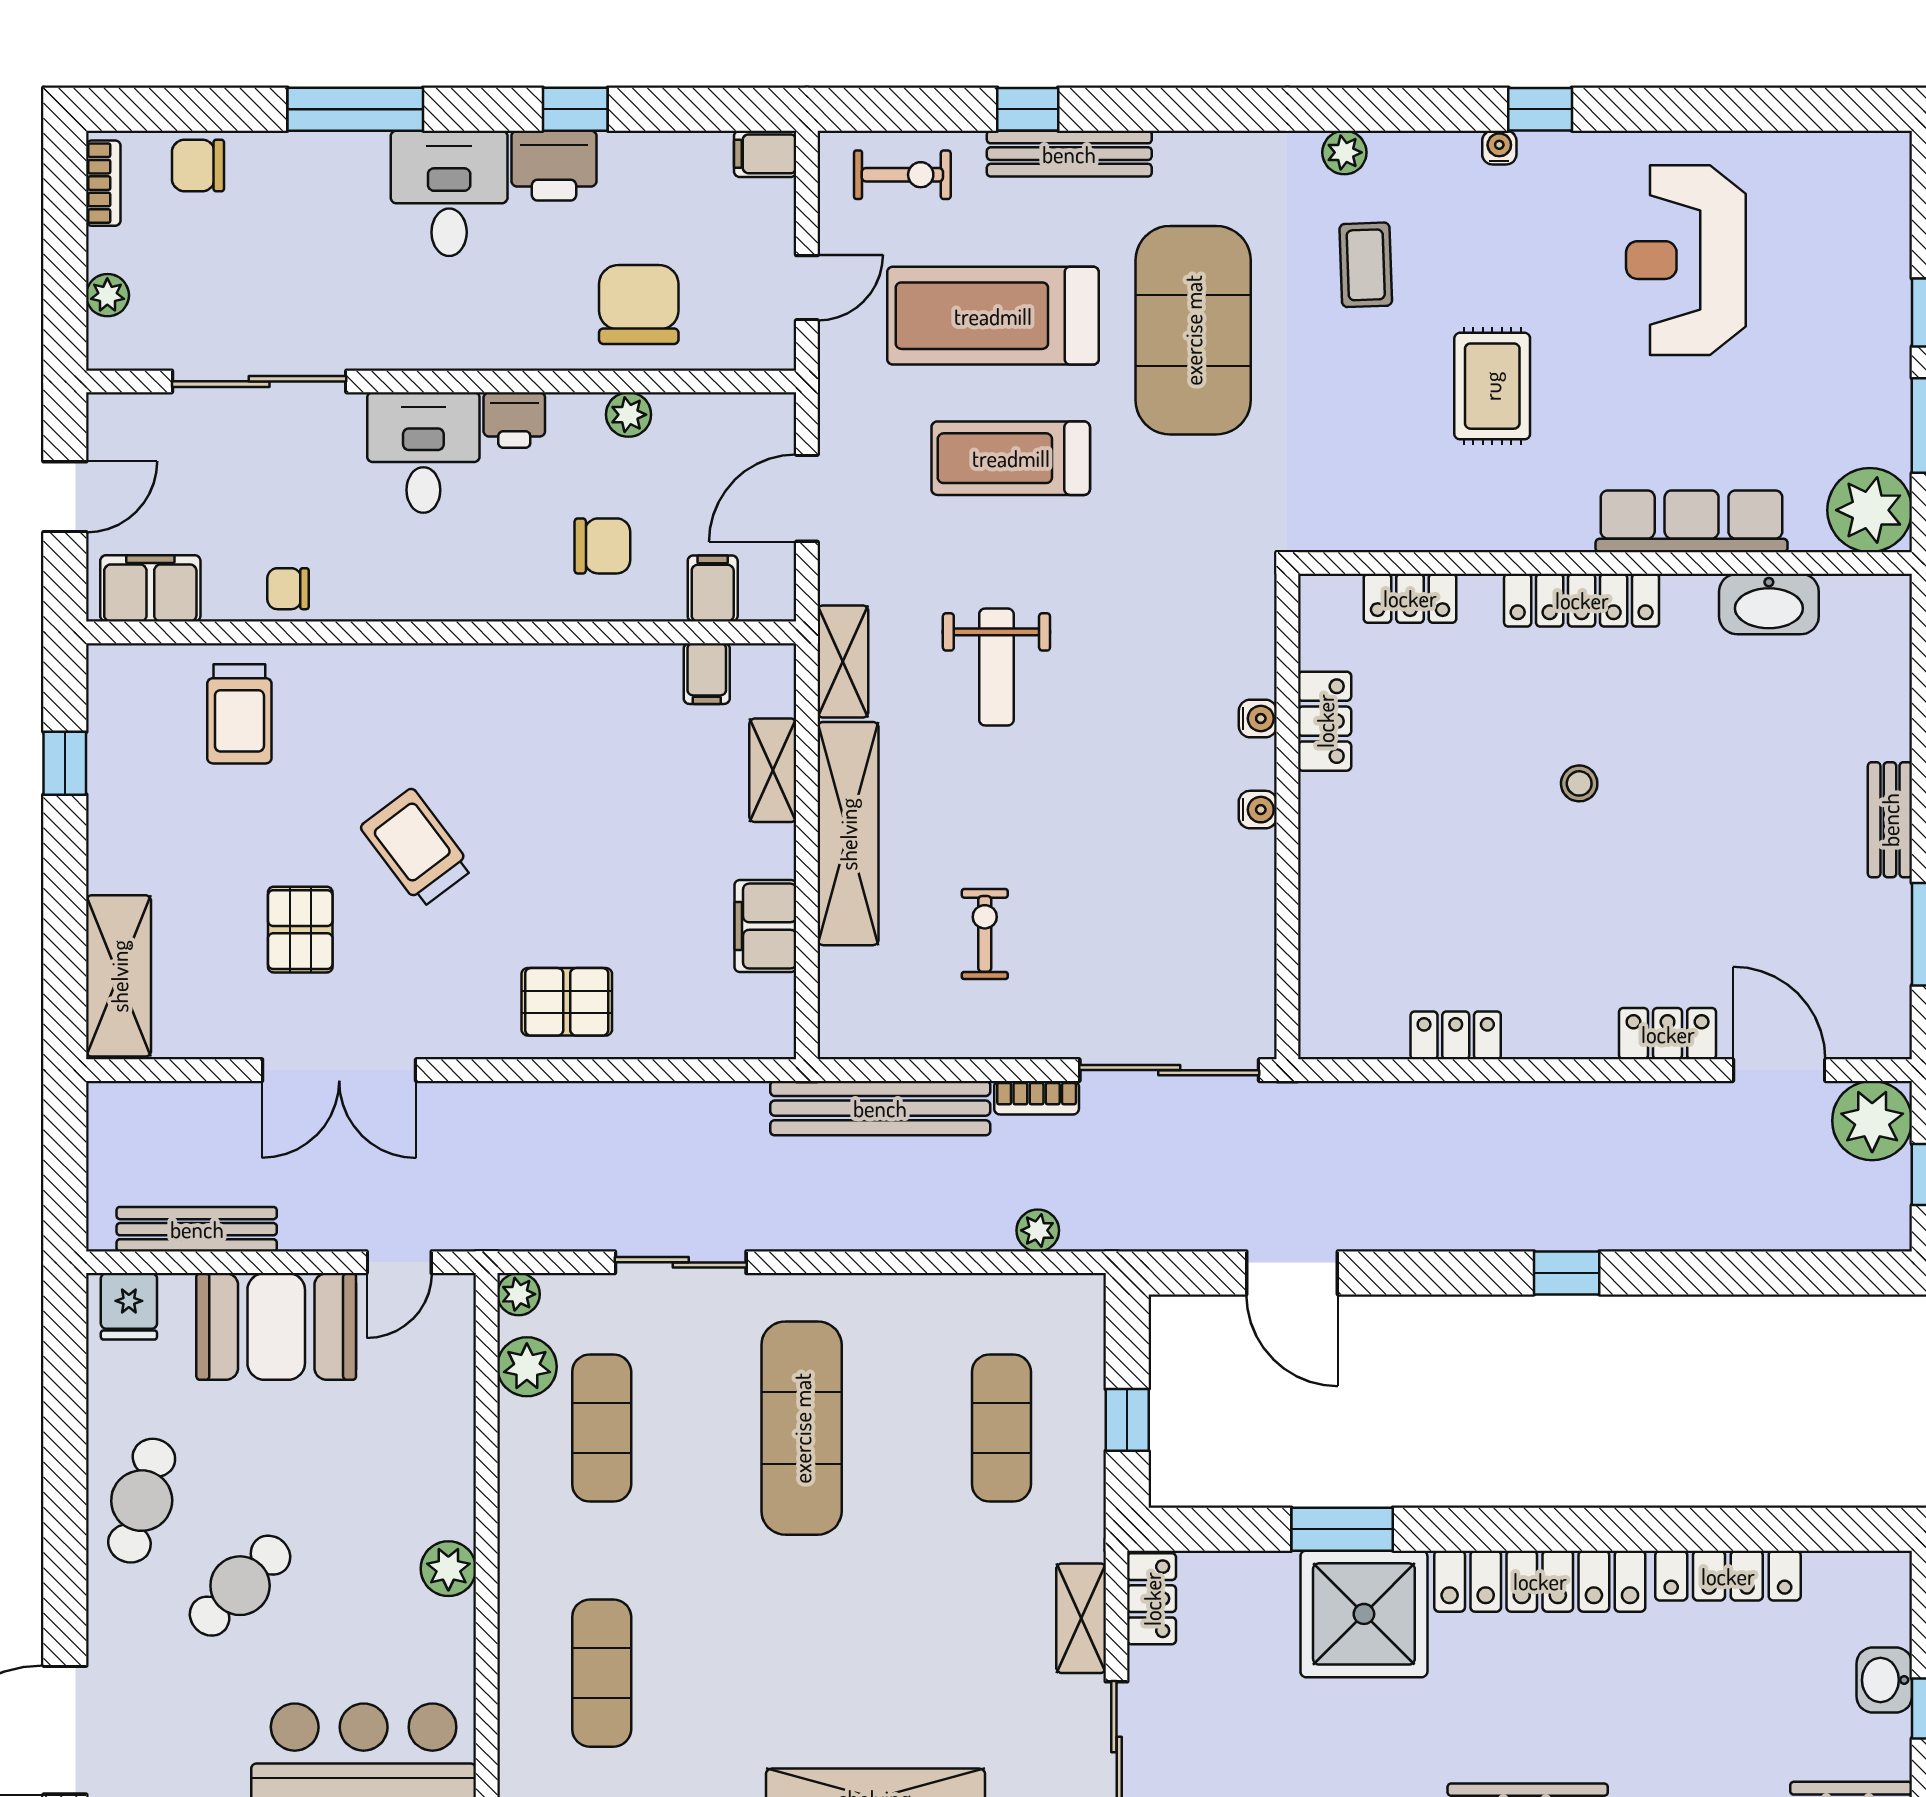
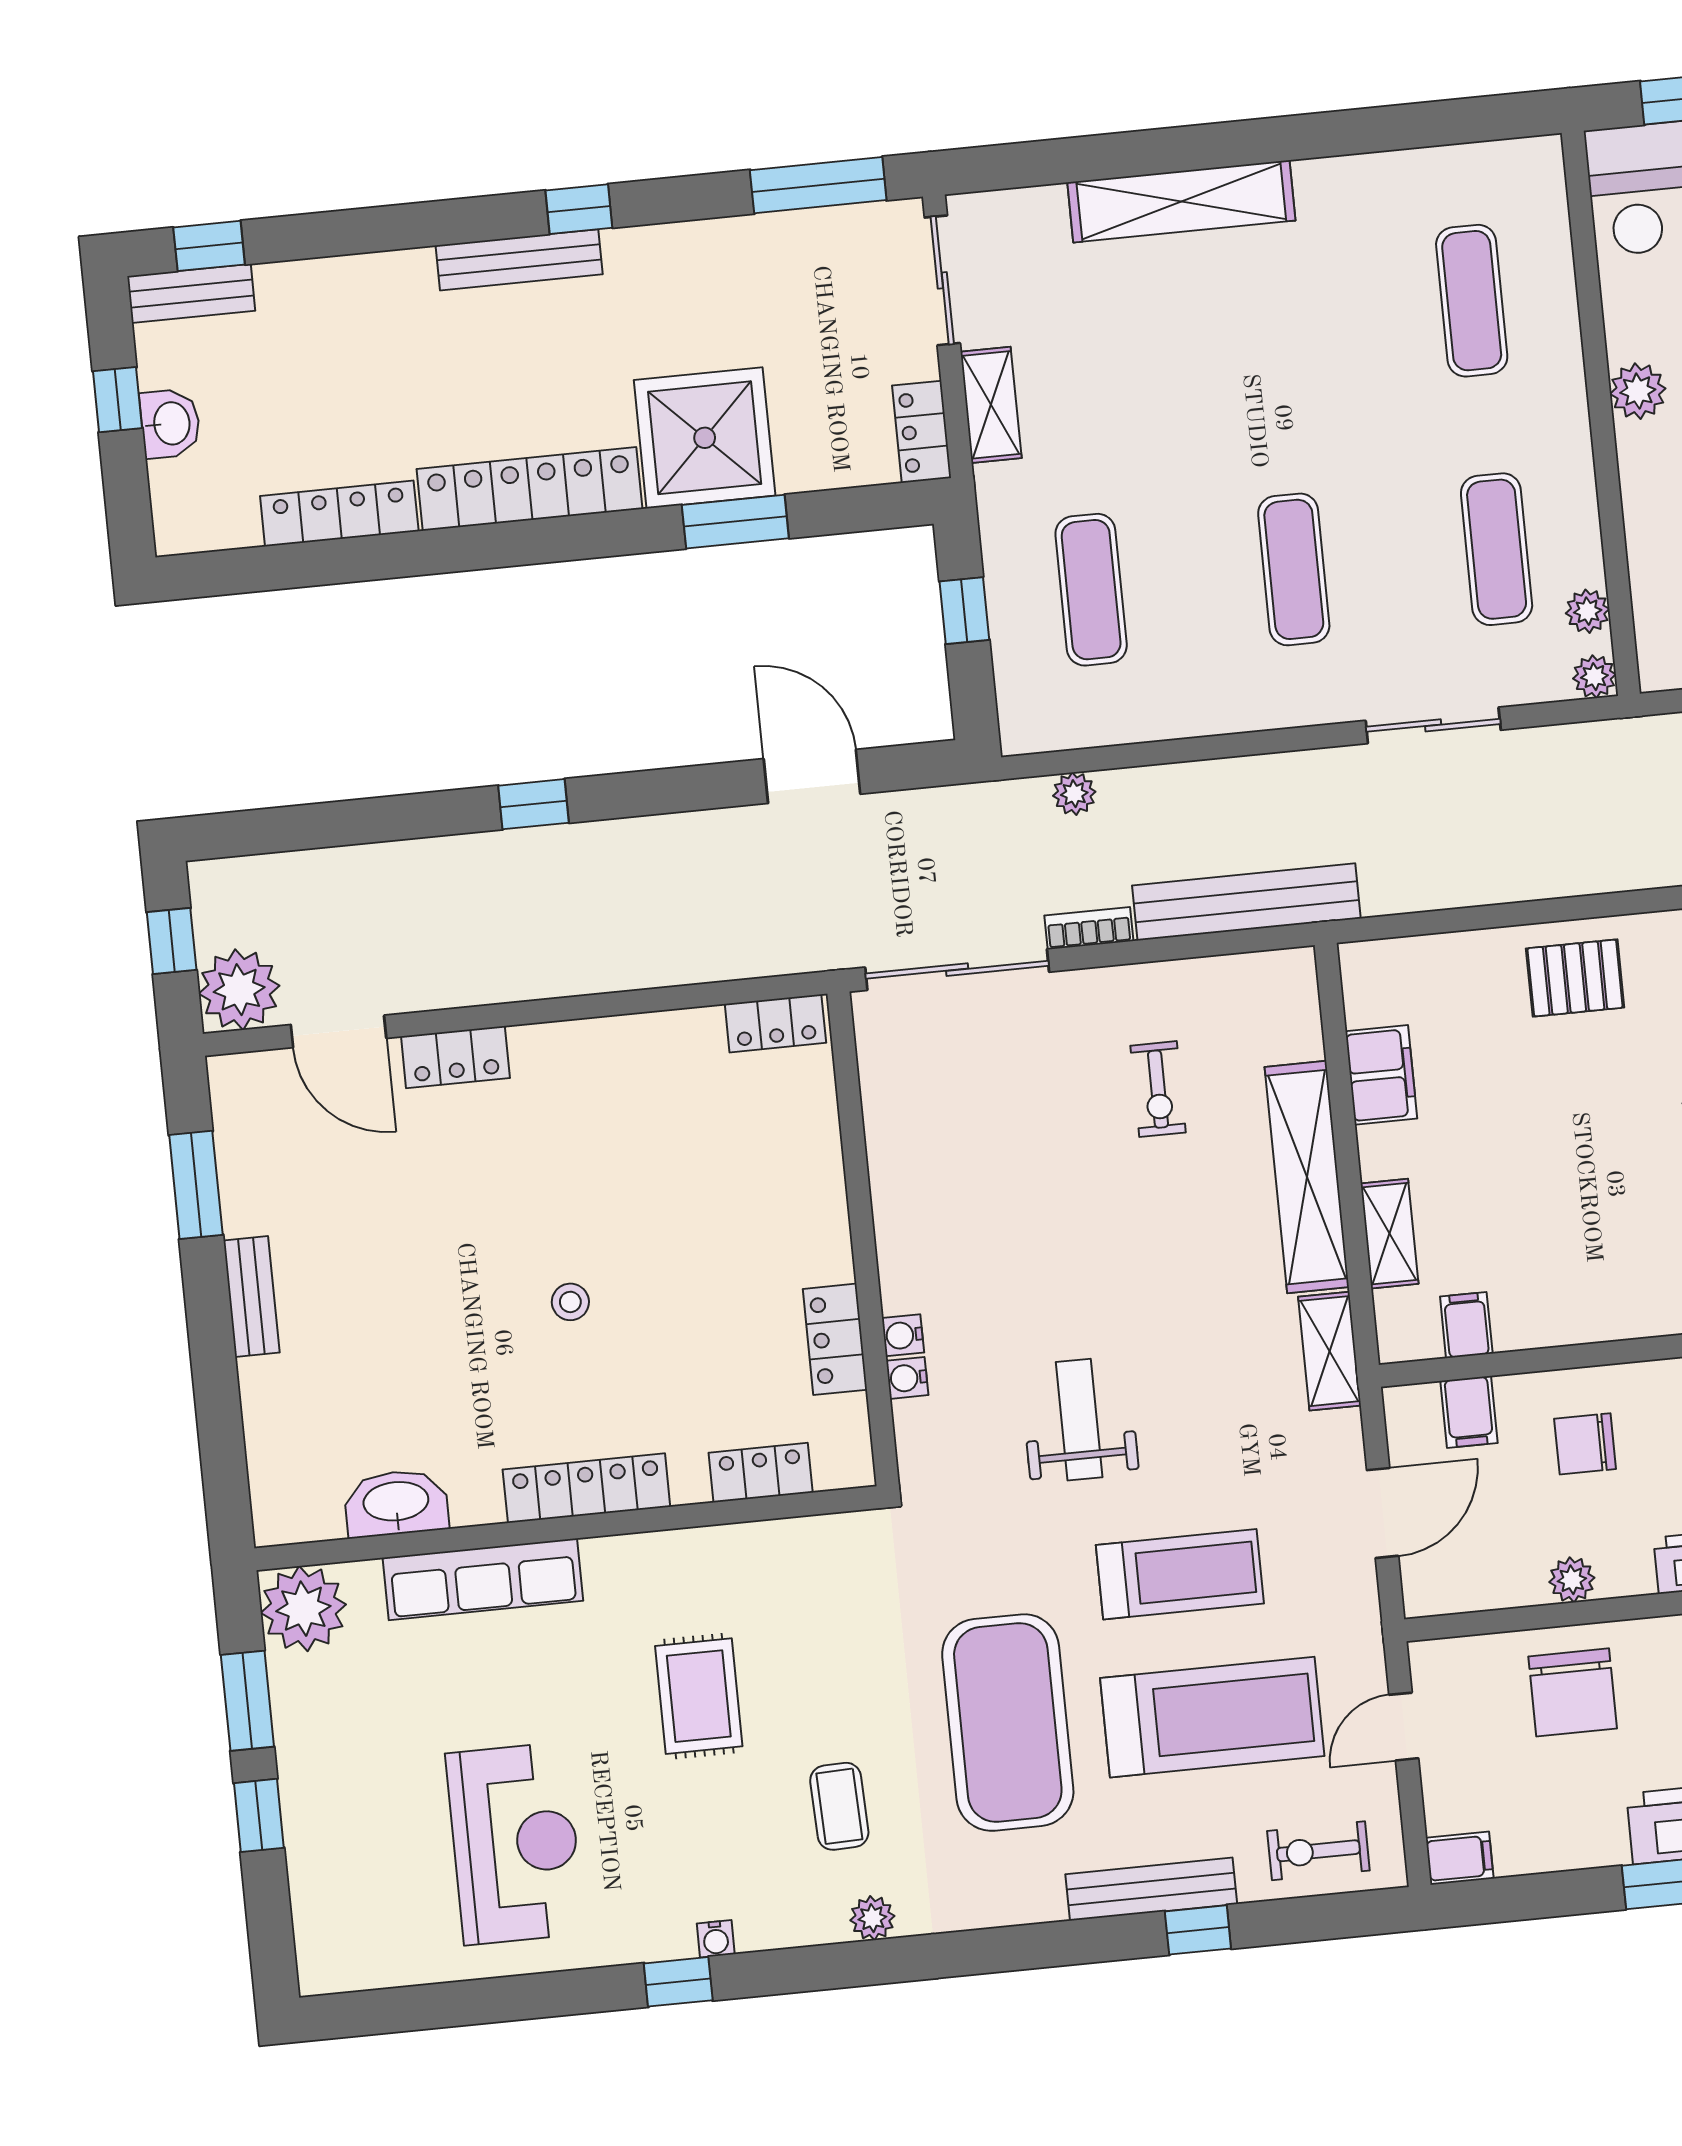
weight bench: (996, 667) -> (1079, 1420), moved
water cooler: (1258, 810) -> (907, 1378), moved
locker: (1456, 1035) -> (775, 1023), moved
plant: (527, 1367) -> (1588, 611), width x0.73, depth x0.73
exercise mat: (802, 1428) -> (1294, 569), width x0.73, depth x0.69

